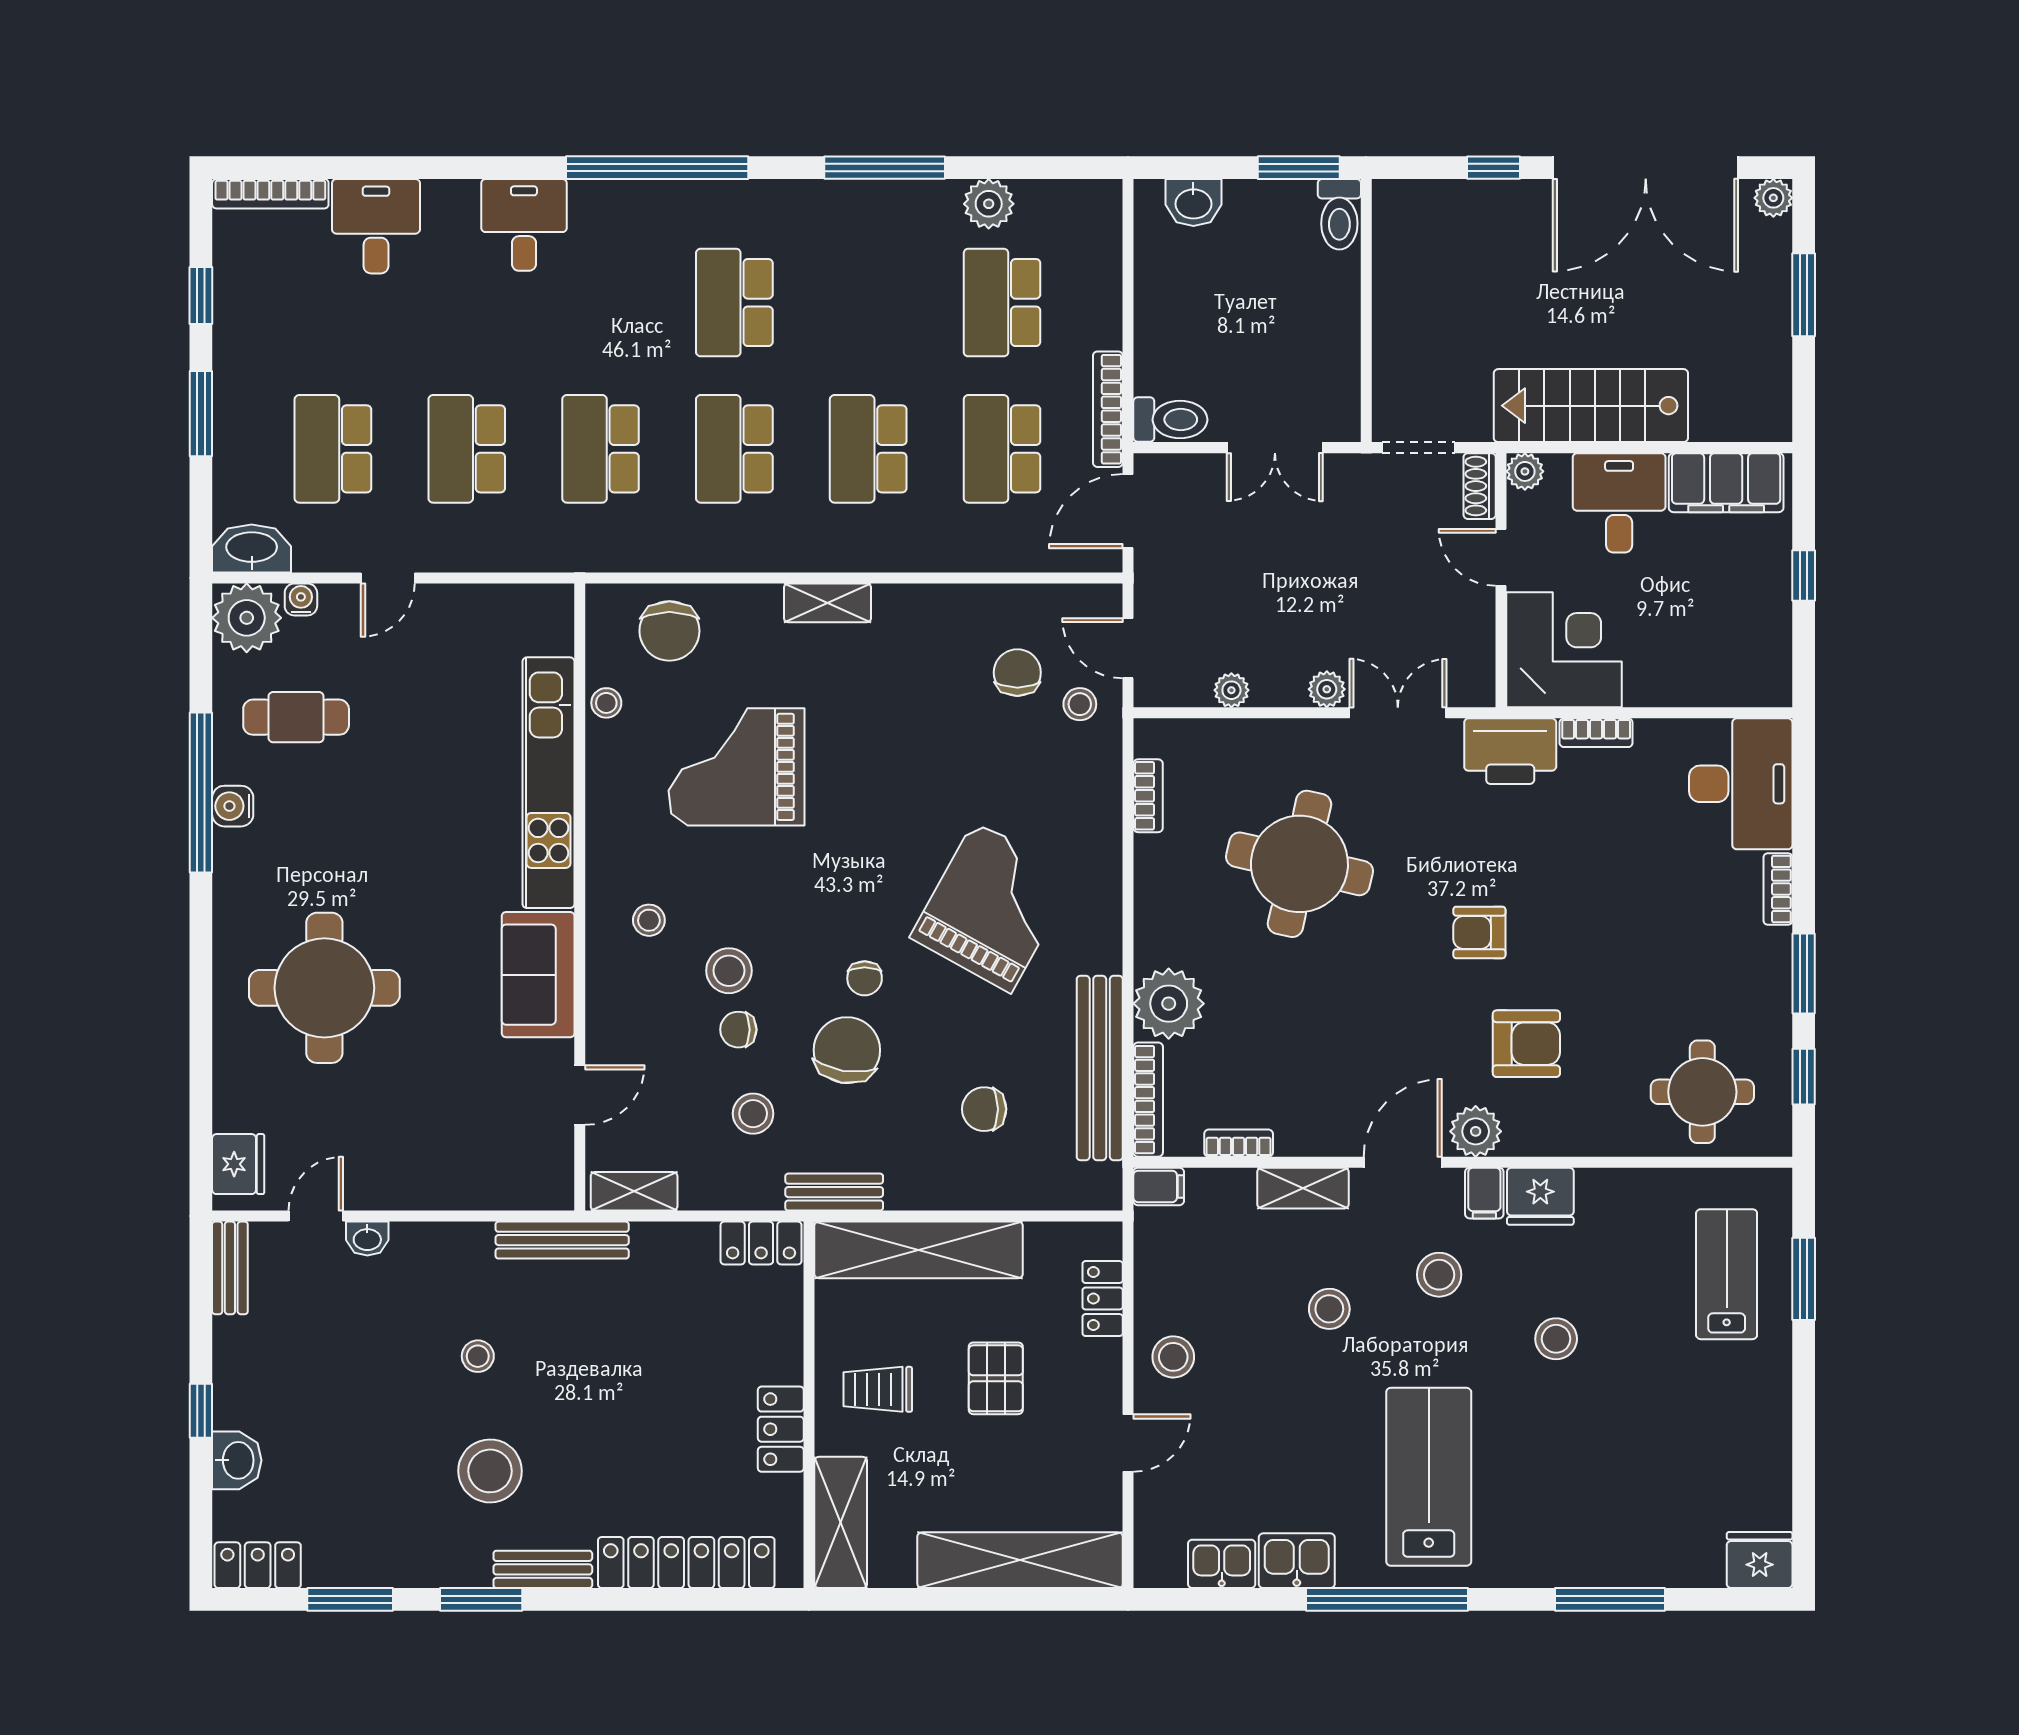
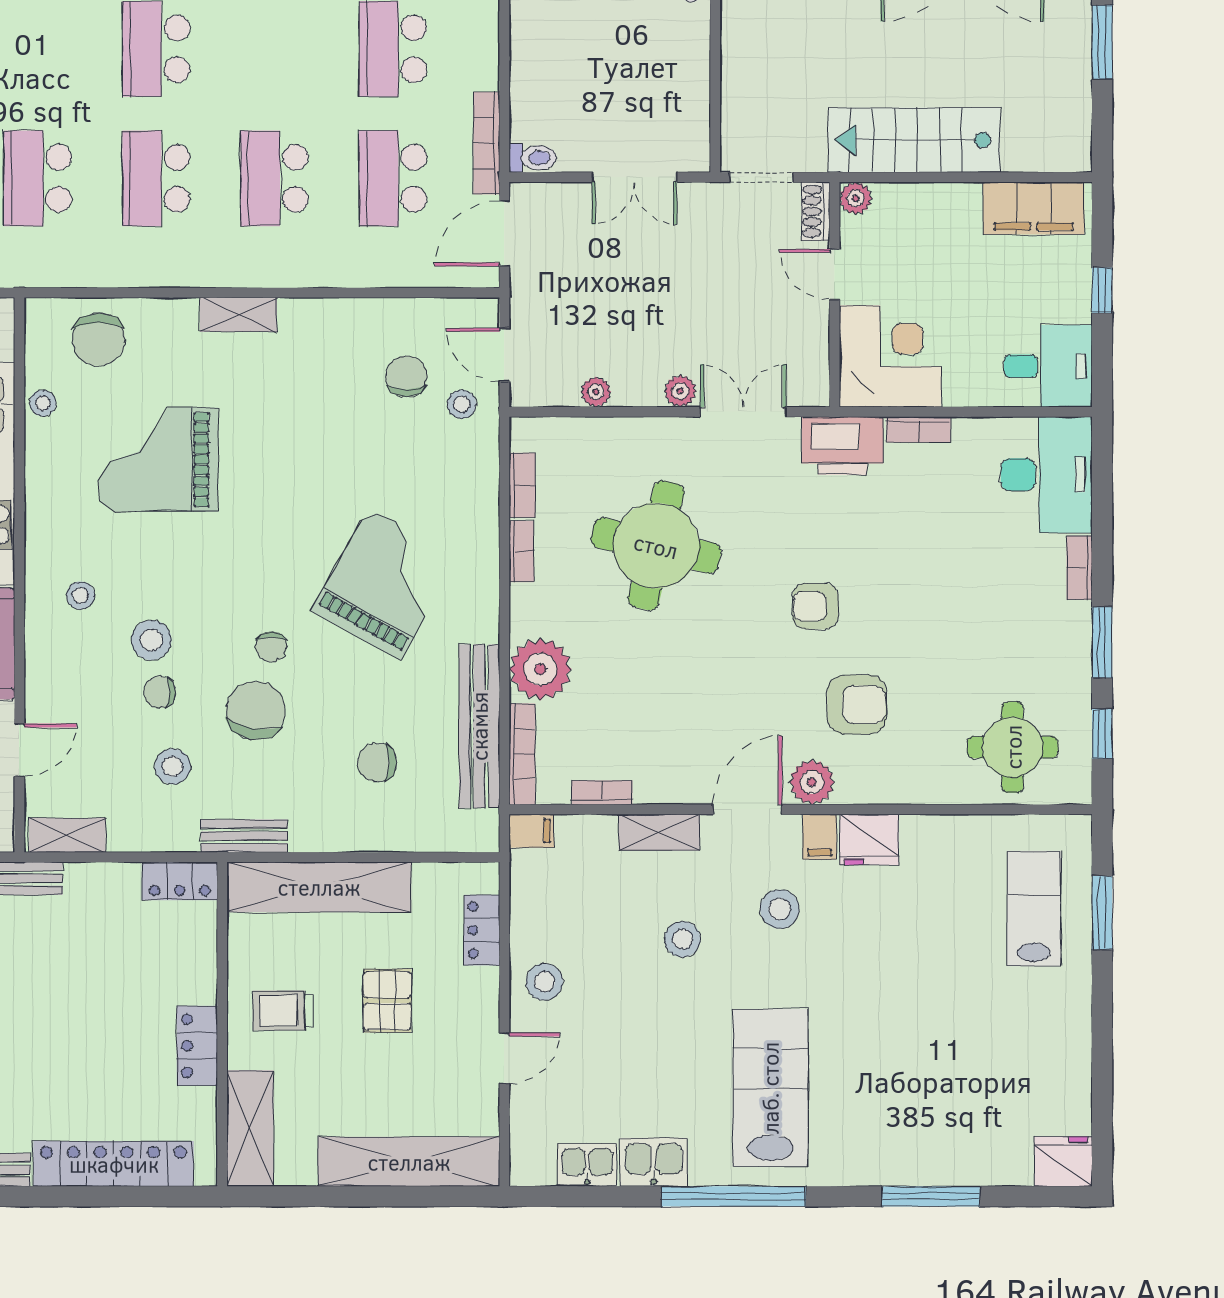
toilet: (1170, 420) -> (533, 158), width x0.73, depth x0.72
desk: (1619, 503) -> (1048, 366), moved, turned 90
bookcase: (1147, 871) -> (521, 551), added
stool: (1556, 1339) -> (883, 966), removed

